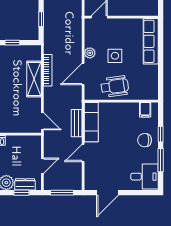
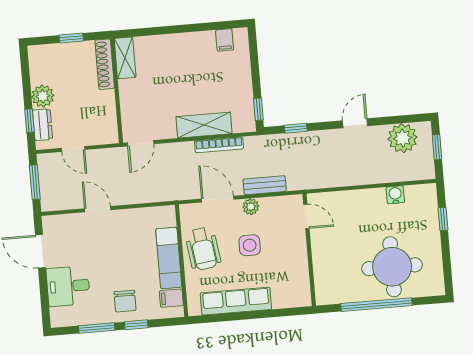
row of seats: (151, 41) -> (236, 301), moved
window: (12, 43) -> (258, 109), moved
exam couch: (91, 122) -> (169, 258), moved, turned 90
bench: (77, 123) -> (265, 185), moved
chair: (145, 140) -> (125, 301), turned 180
desk: (144, 177) -> (68, 286), moved, turned 90

